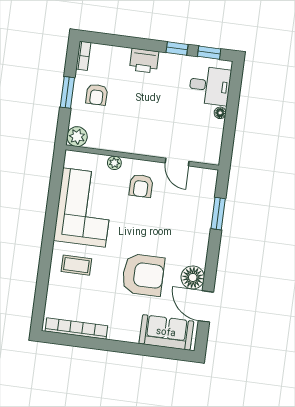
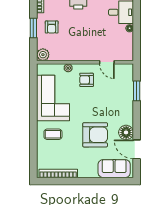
armchair: (141, 186) -> (87, 80), turned 90

